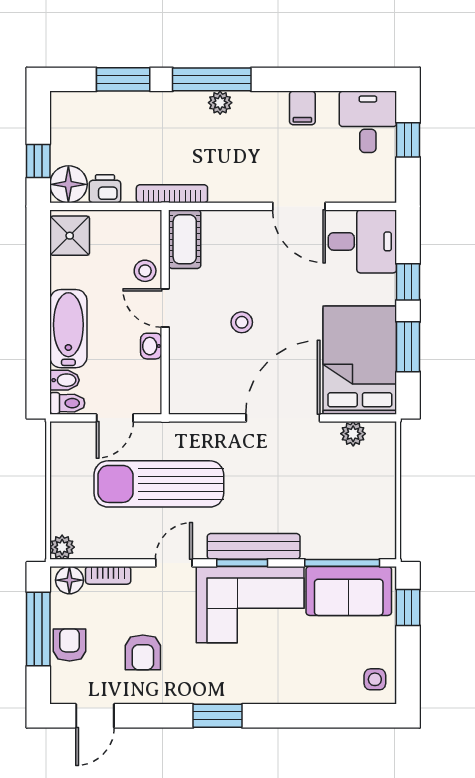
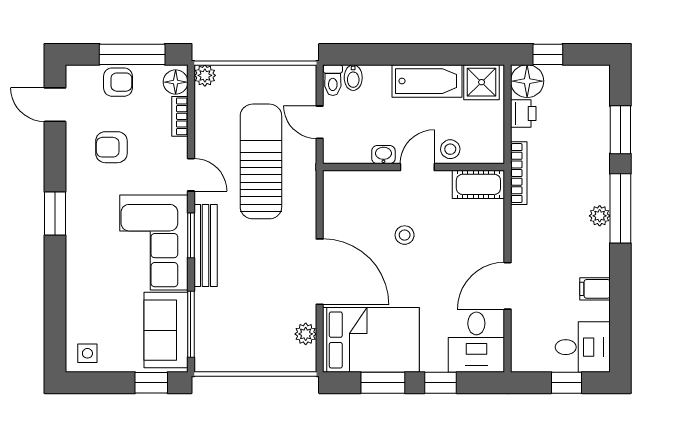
bathtub: (68, 329) -> (427, 81), moved

